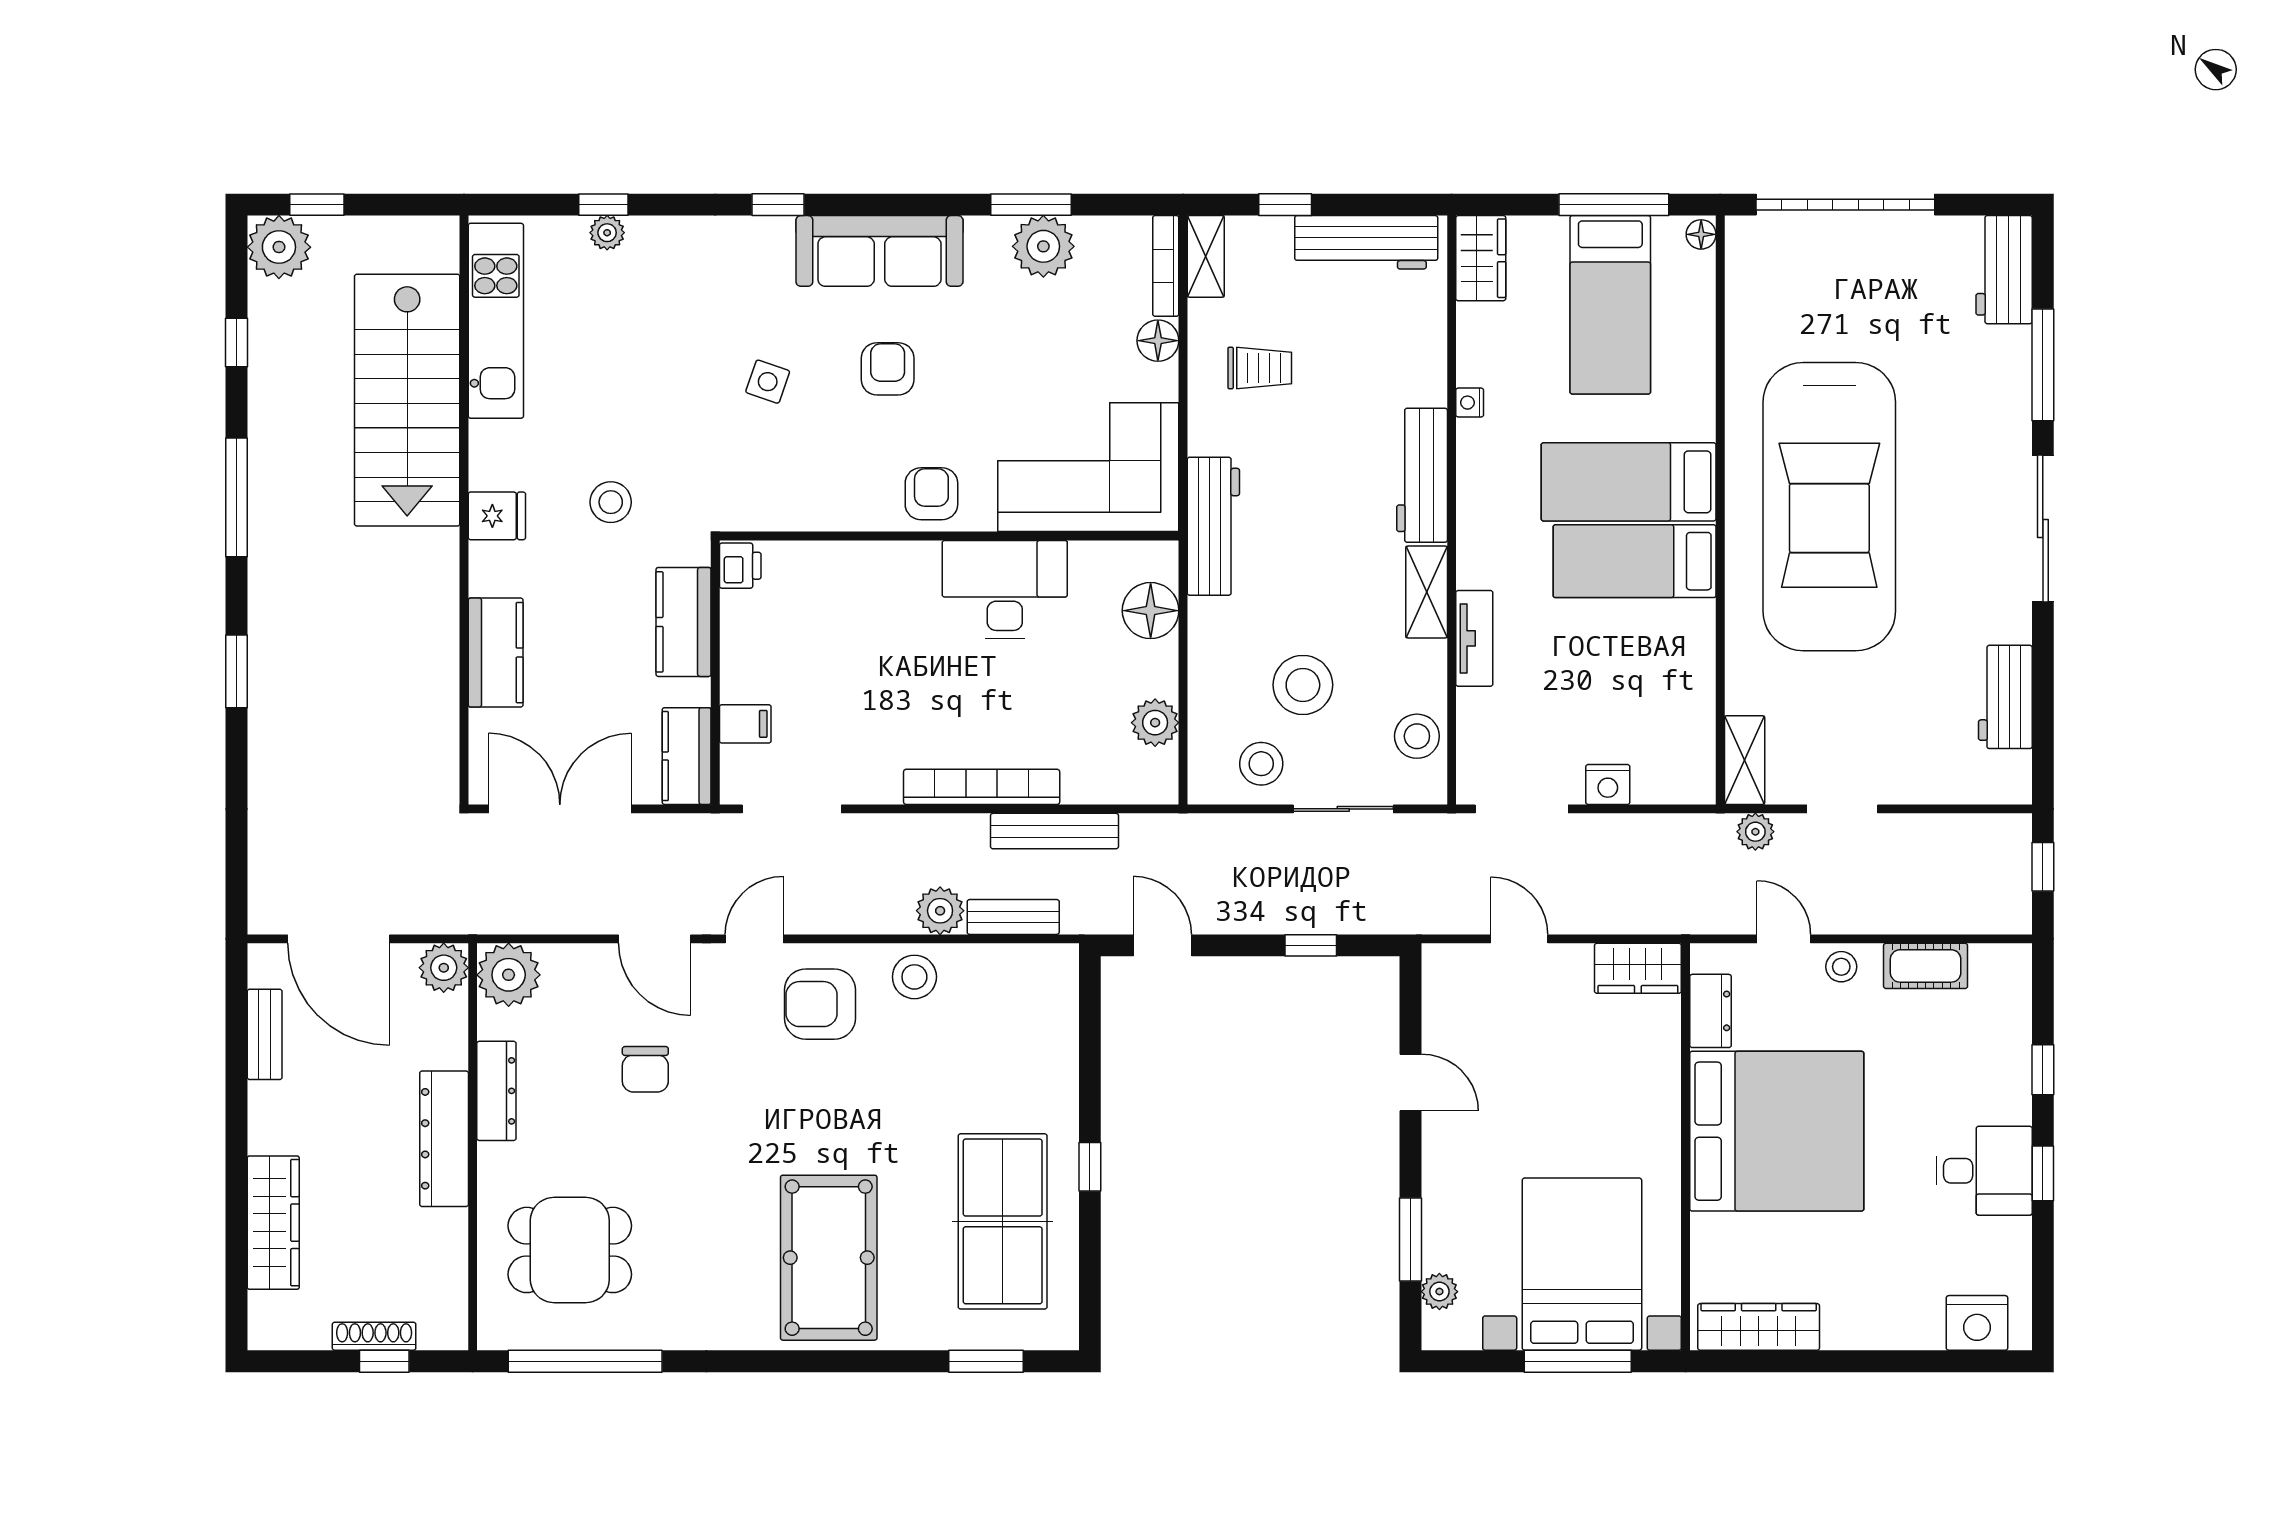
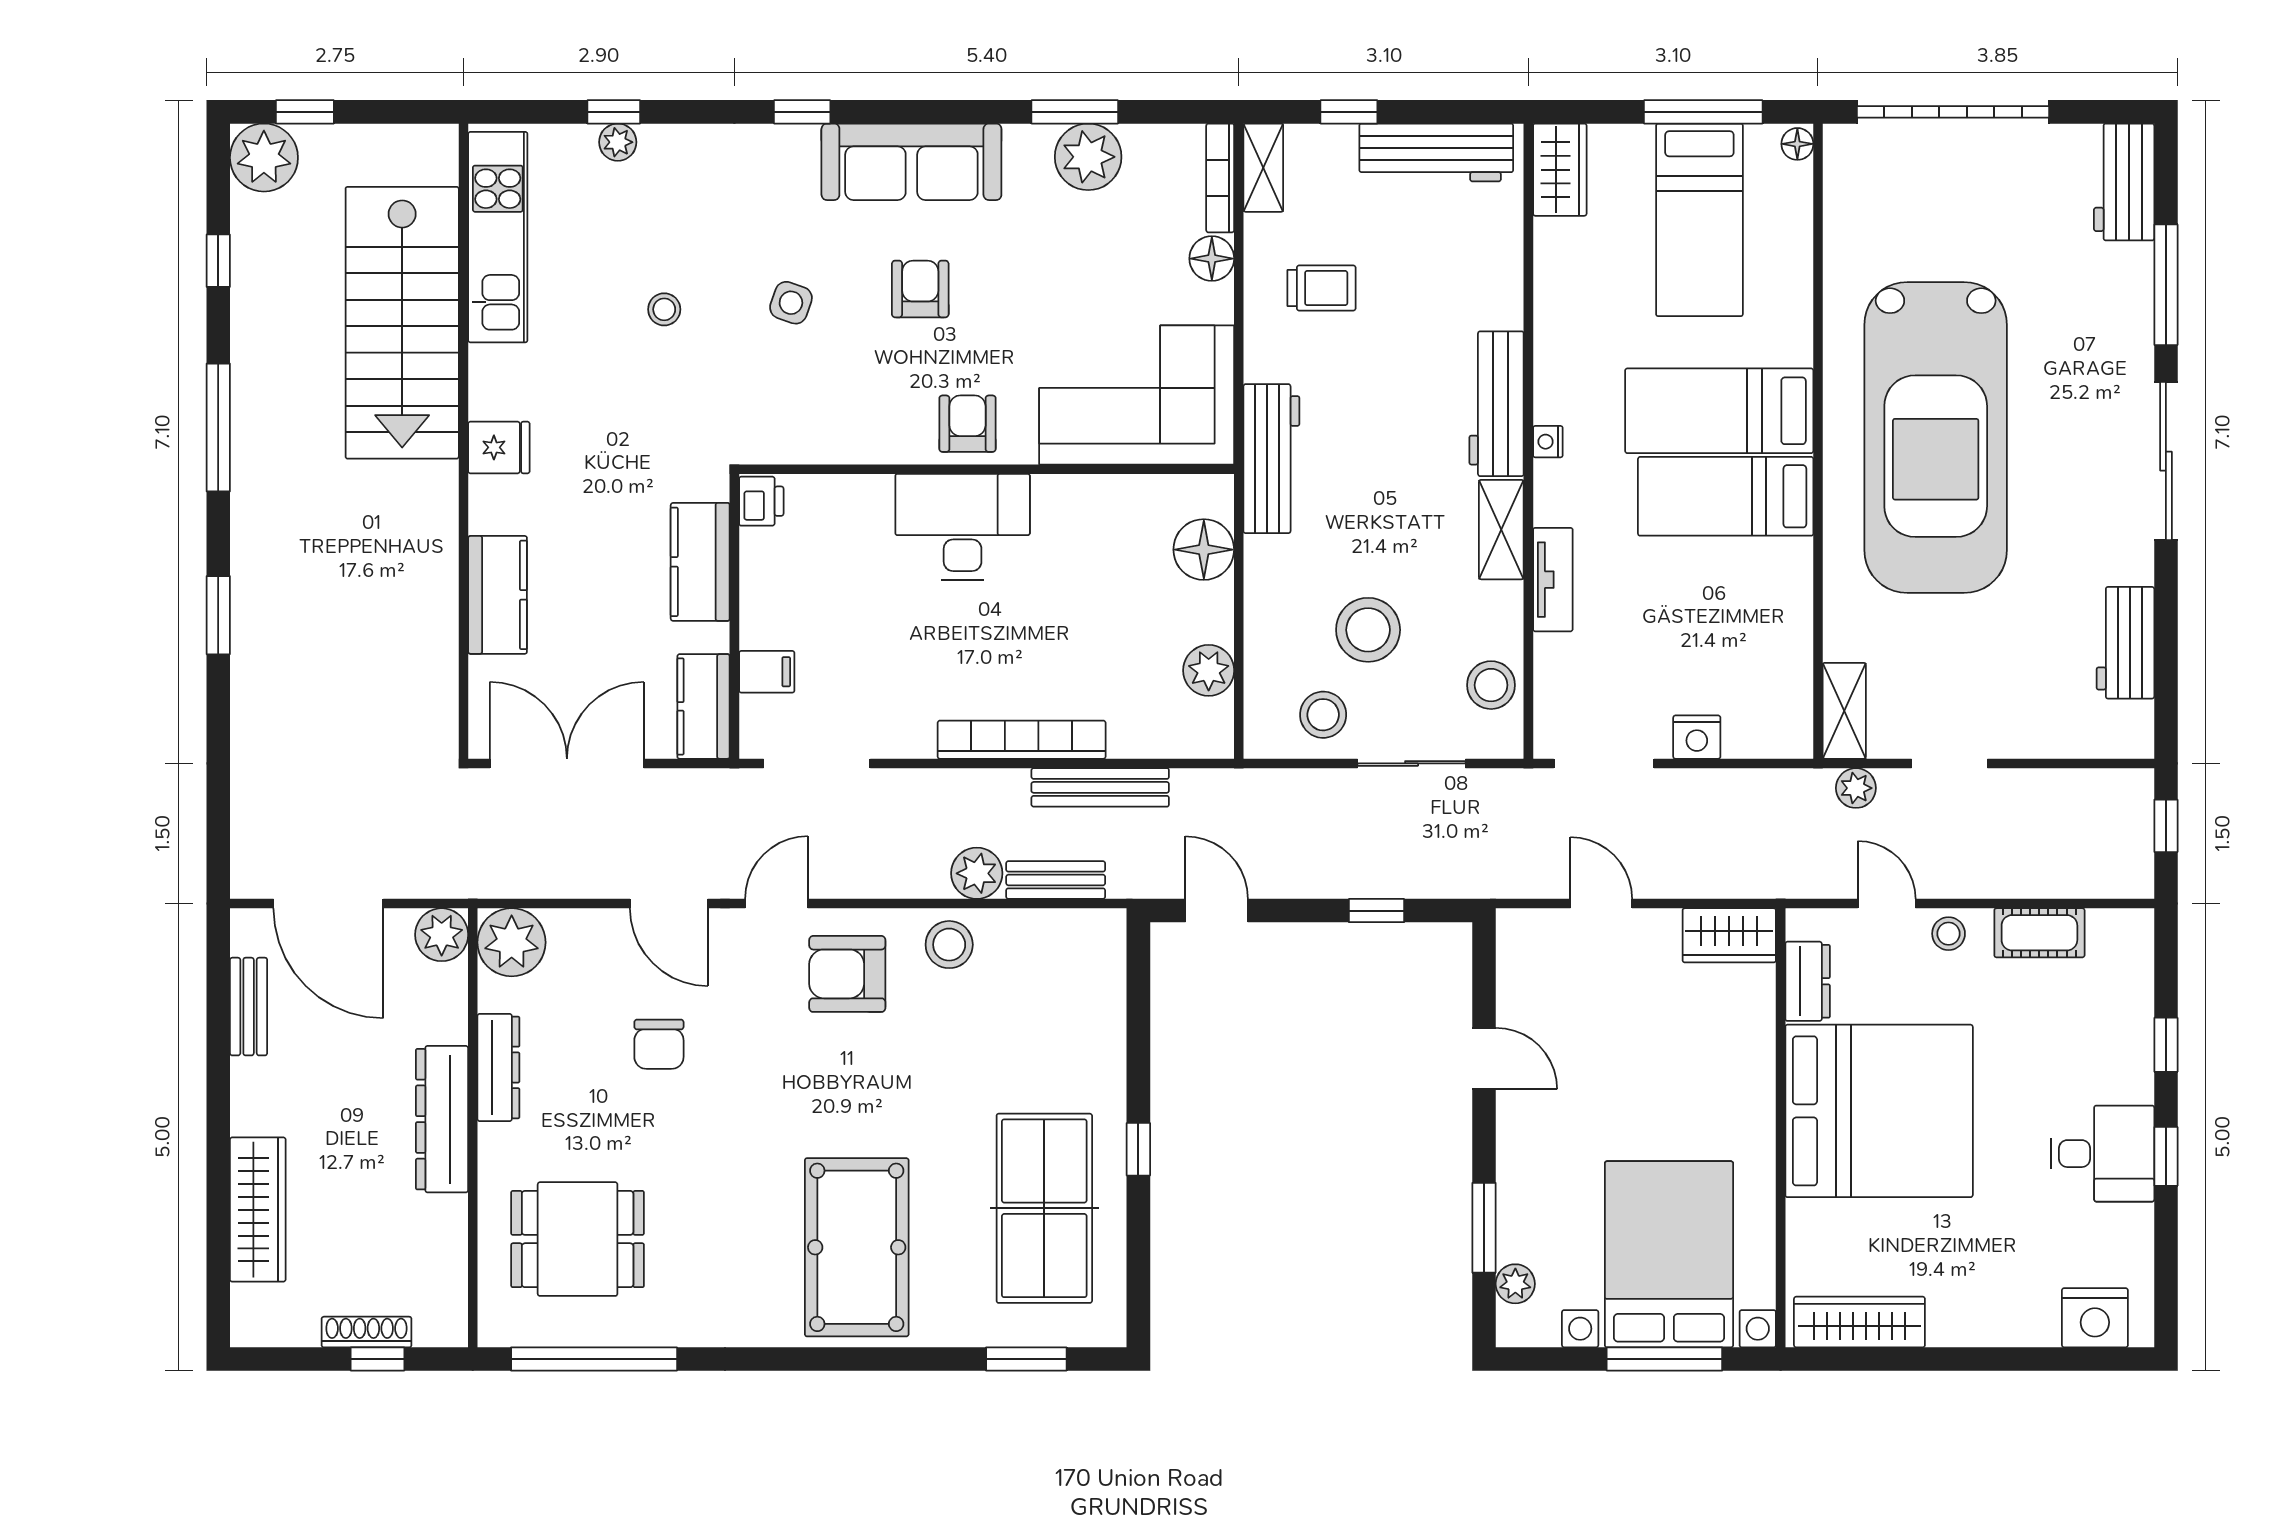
nightstand: (1470, 403) -> (1548, 442), moved
stool: (611, 502) -> (664, 309), moved, width x0.73, depth x0.73
desk: (1005, 589) -> (963, 527), moved

